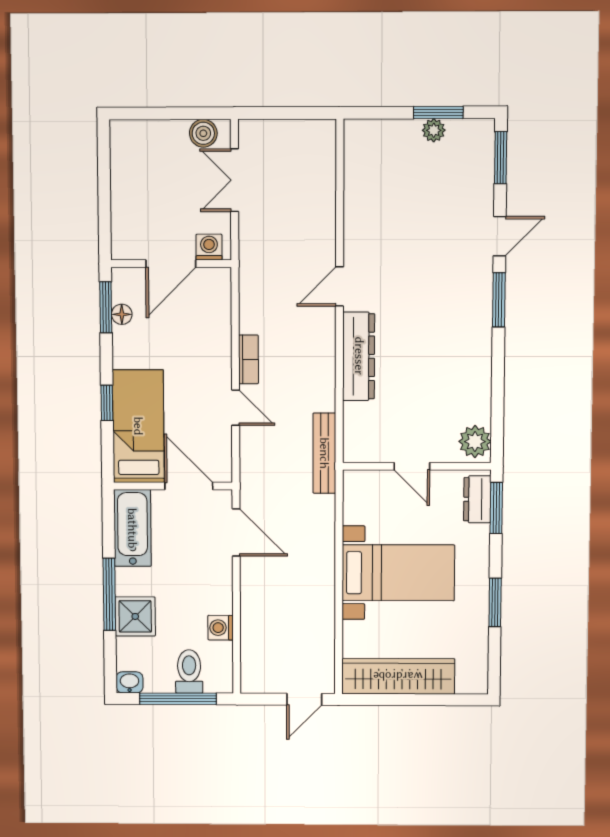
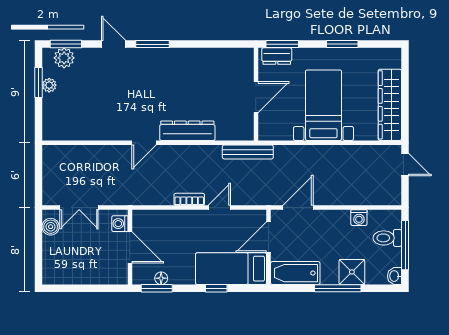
door: (339, 286) -> (144, 143), hinge flipped
plant: (475, 442) -> (64, 58), moved
door: (412, 466) -> (256, 97), width x1.38

